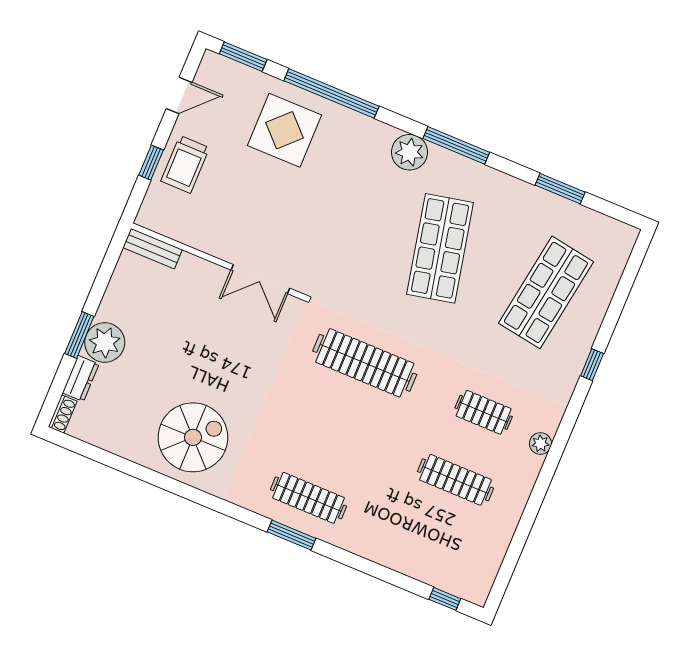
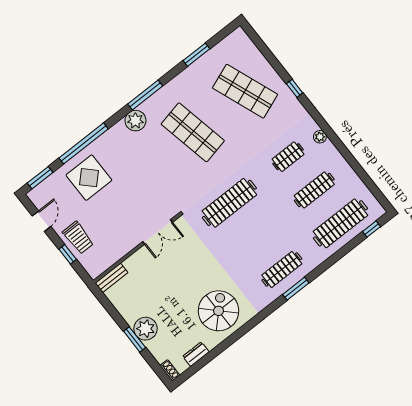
shop shelf: (546, 292) -> (245, 91), turned -30
dresser: (81, 378) -> (196, 354), moved, turned -90
clothes rail: (427, 547) -> (340, 223), added

